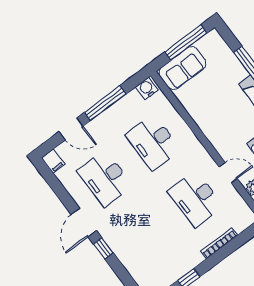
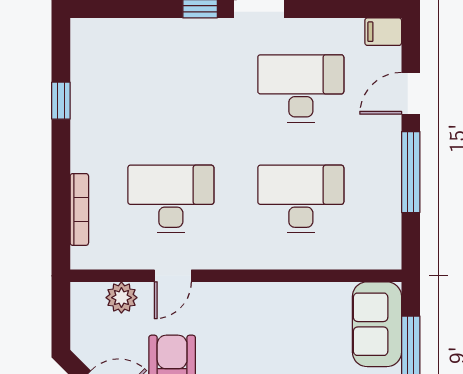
water cooler: (147, 88) -> (386, 249), removed
bookcase: (219, 243) -> (79, 209), moved

